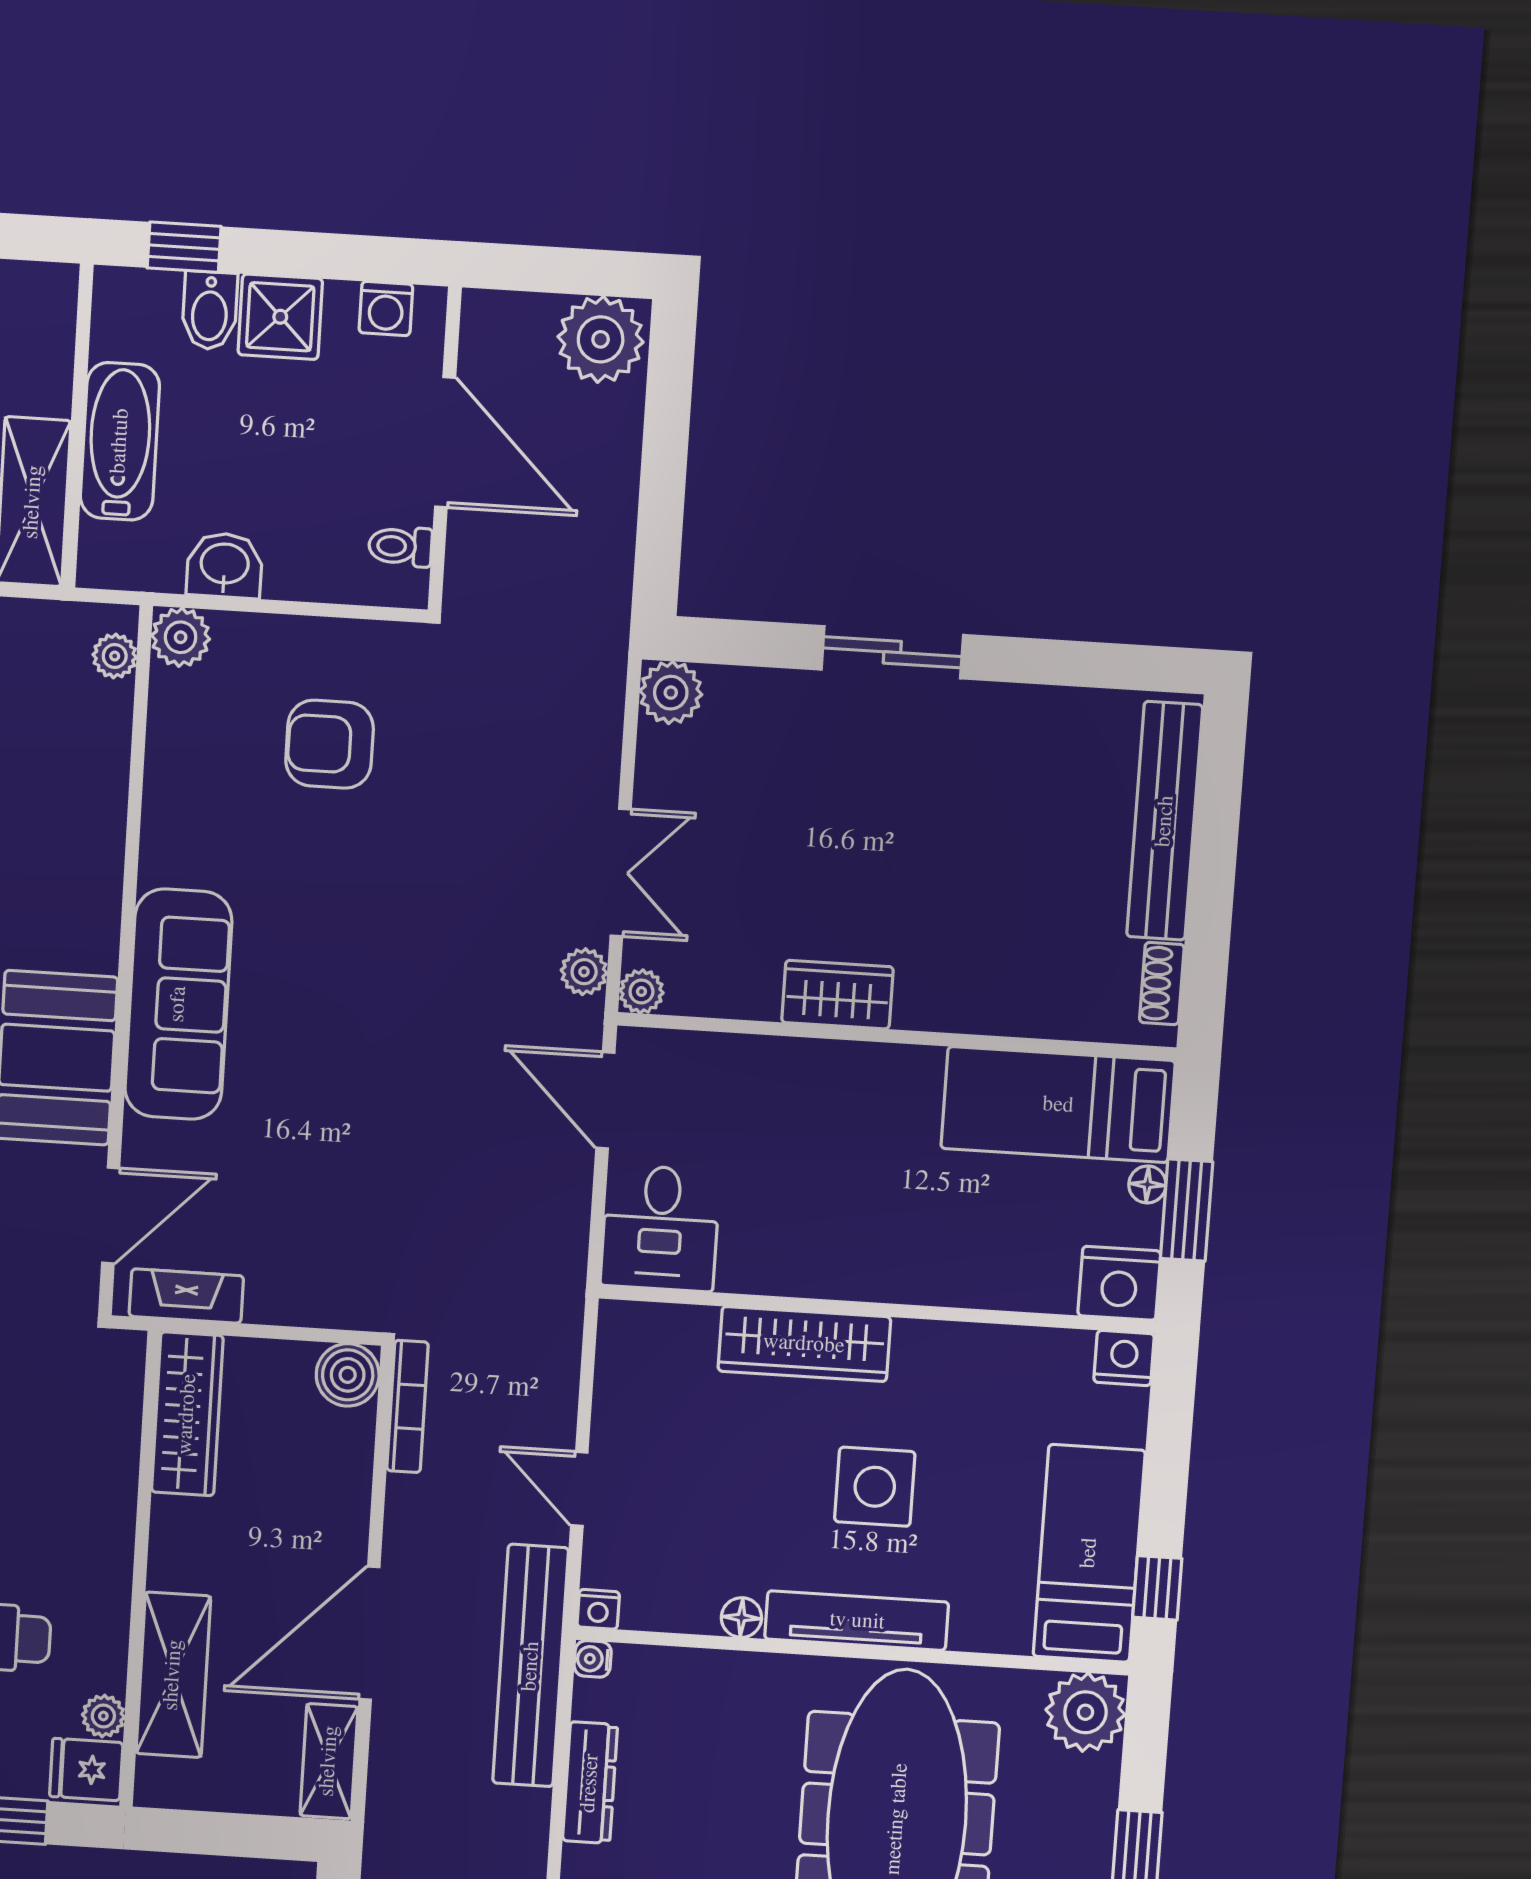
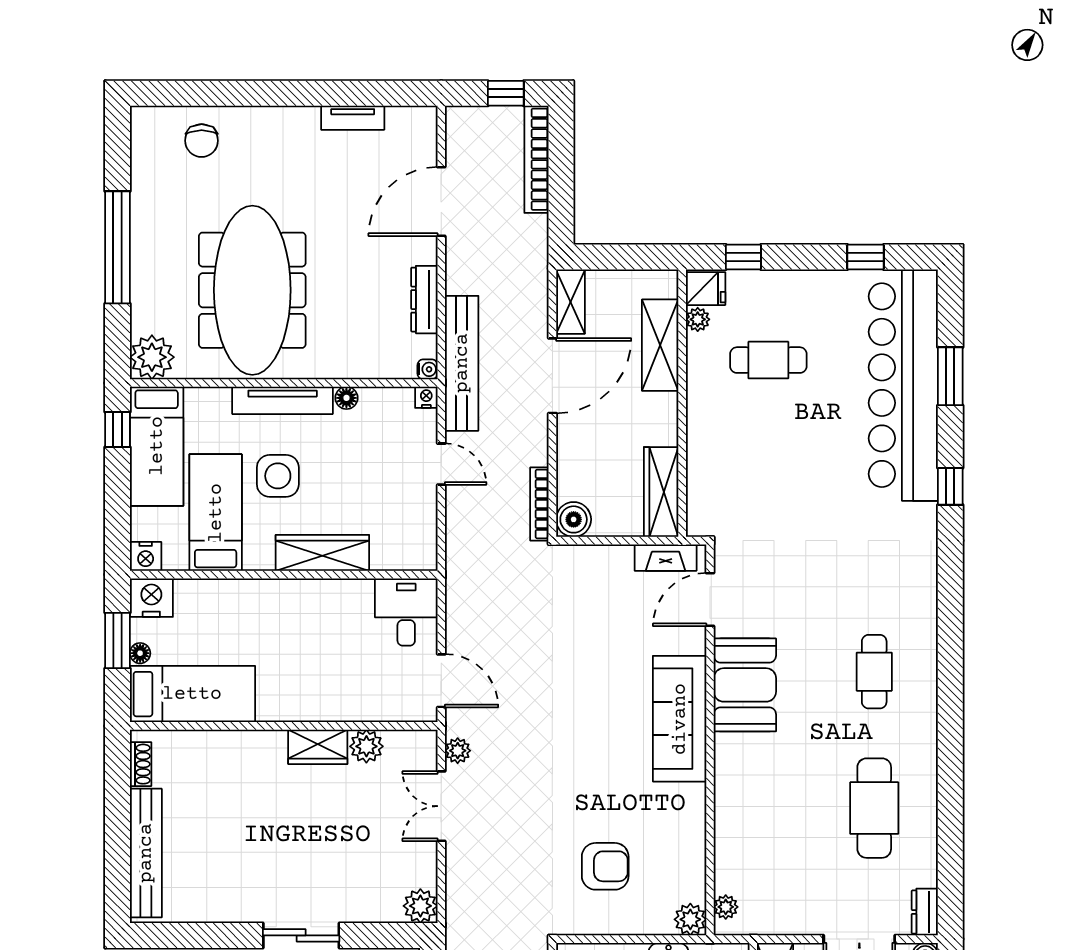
plant: (641, 992) -> (366, 746), moved, width x1.38, depth x1.38
bed: (992, 1428) -> (216, 513), added

